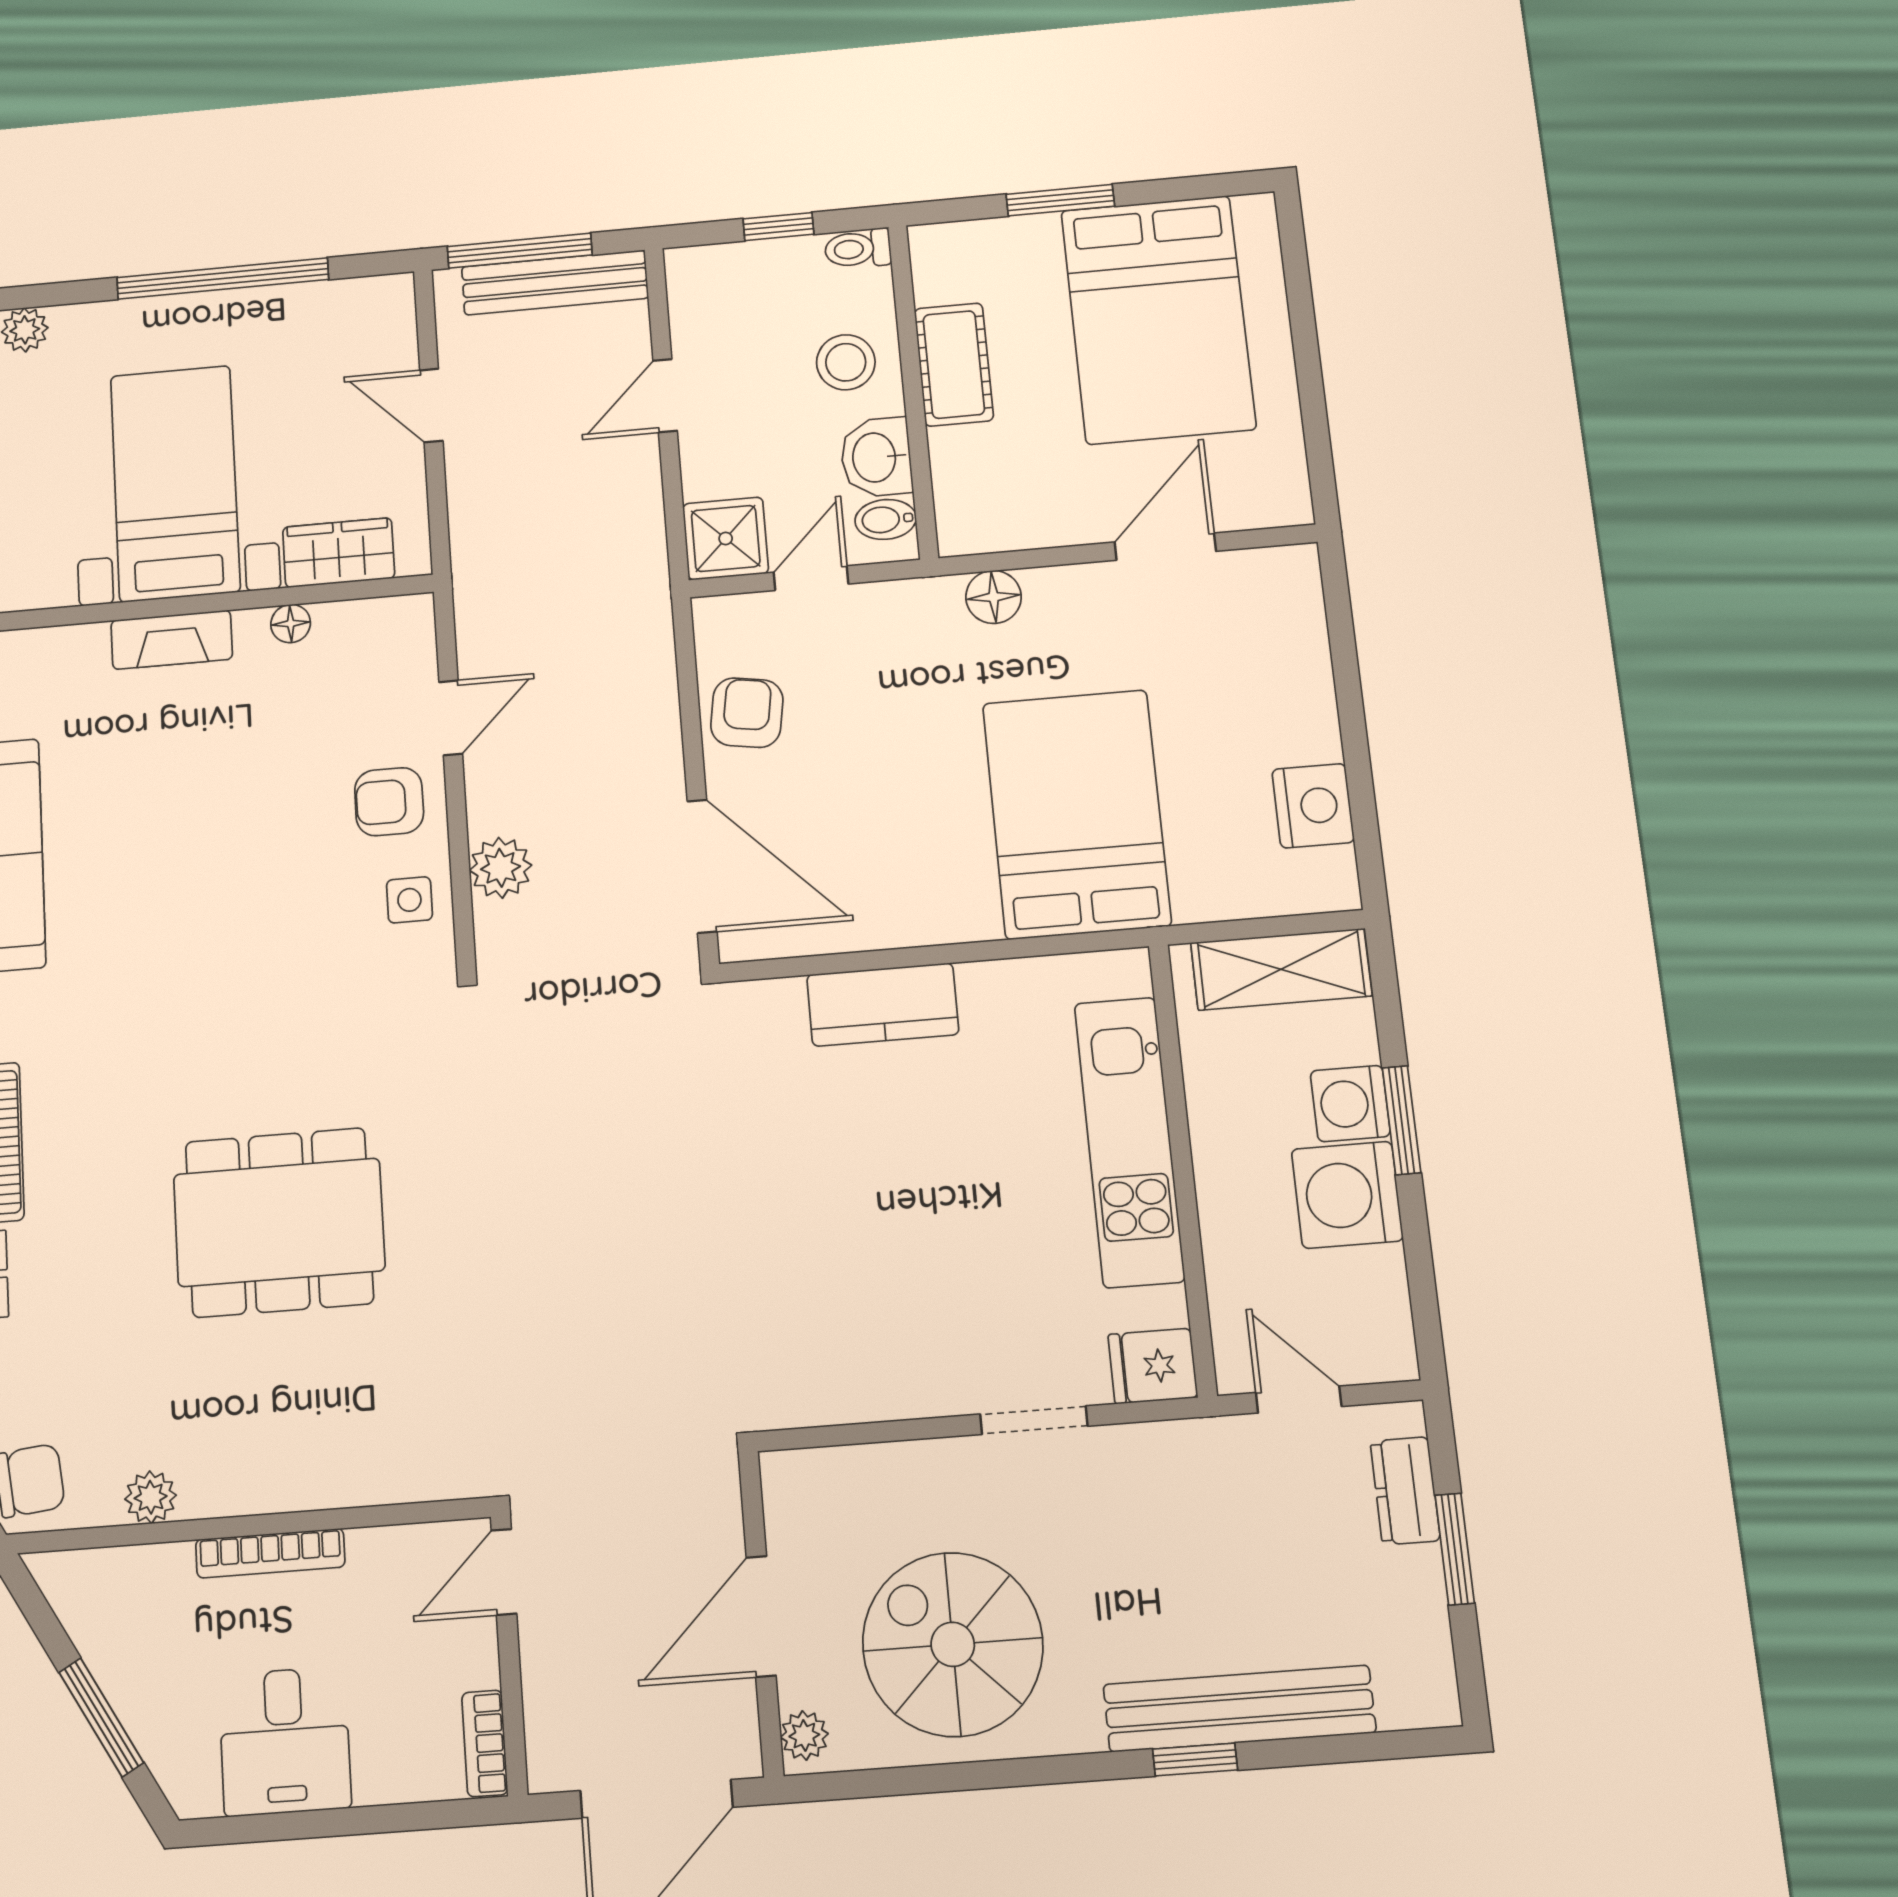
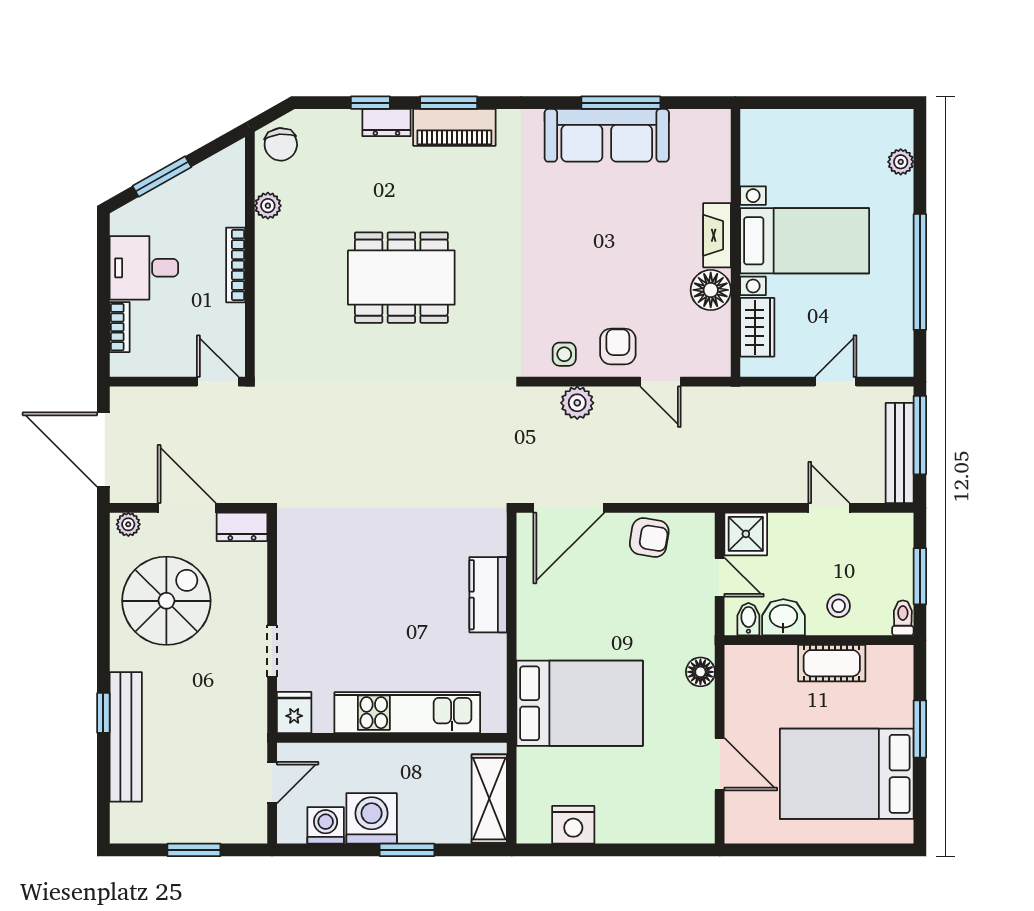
window: (778, 227) -> (920, 576), width x1.50
stool: (846, 362) -> (839, 606), width x0.73, depth x0.73
floor lamp: (291, 624) -> (711, 290), width x1.89, depth x1.89
washing machine: (1350, 1104) -> (326, 825), moved
dining table: (279, 1222) -> (401, 278), turned 90
dresser: (1405, 1491) -> (242, 527), moved, turned 180
bookcase: (485, 1743) -> (120, 327), moved, turned 90

